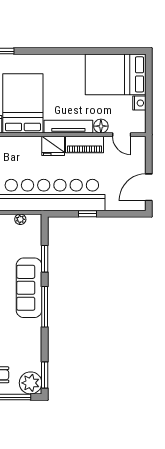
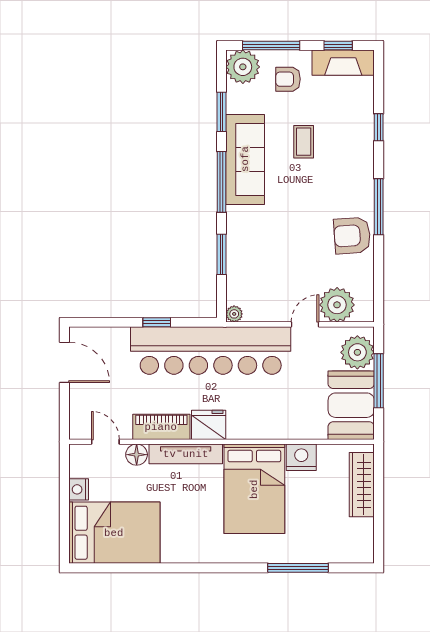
door: (149, 187) -> (64, 362), hinge flipped
plant: (20, 219) -> (234, 314), moved
sofa: (29, 288) -> (245, 159), moved
window: (45, 375) -> (221, 112), moved

